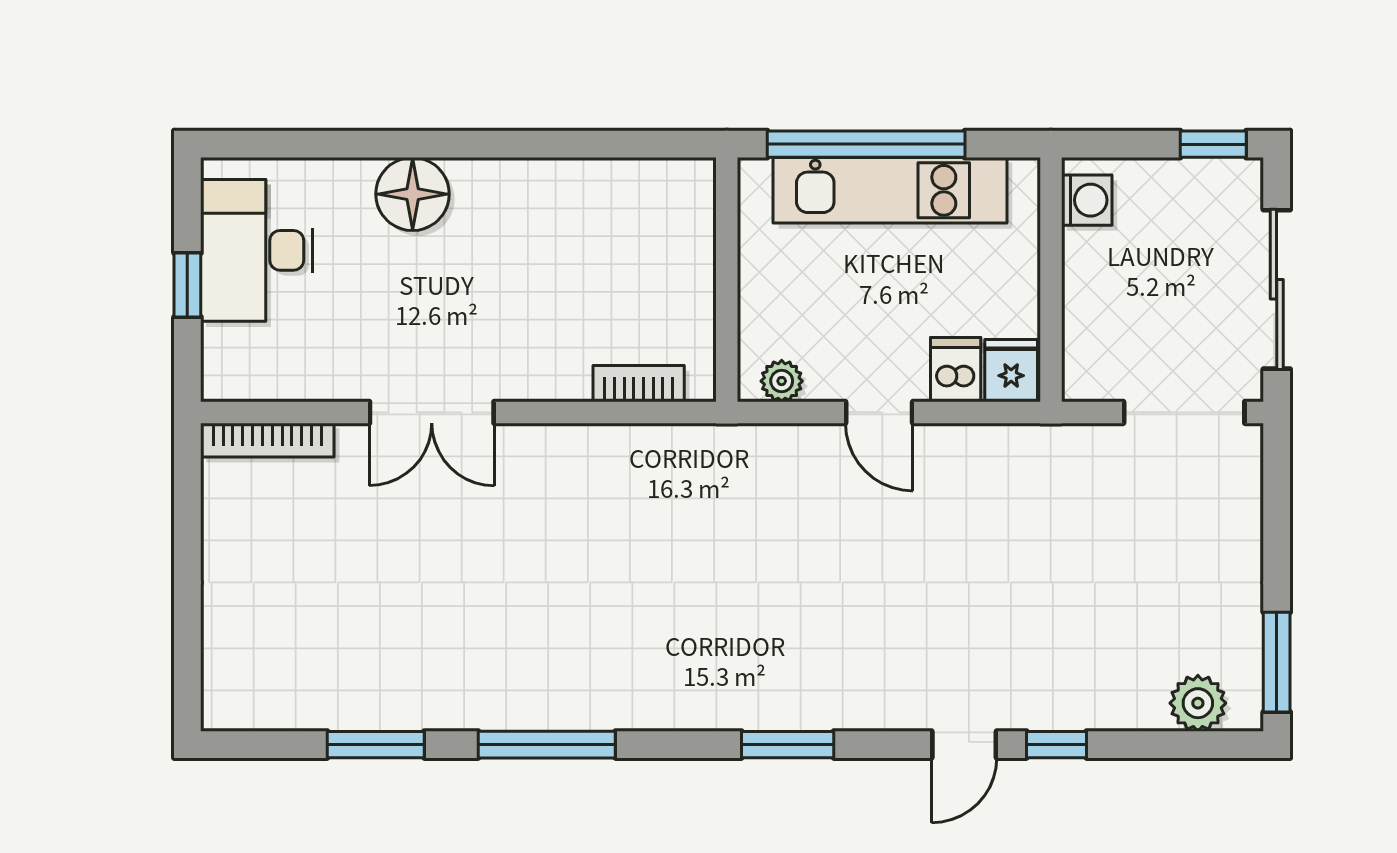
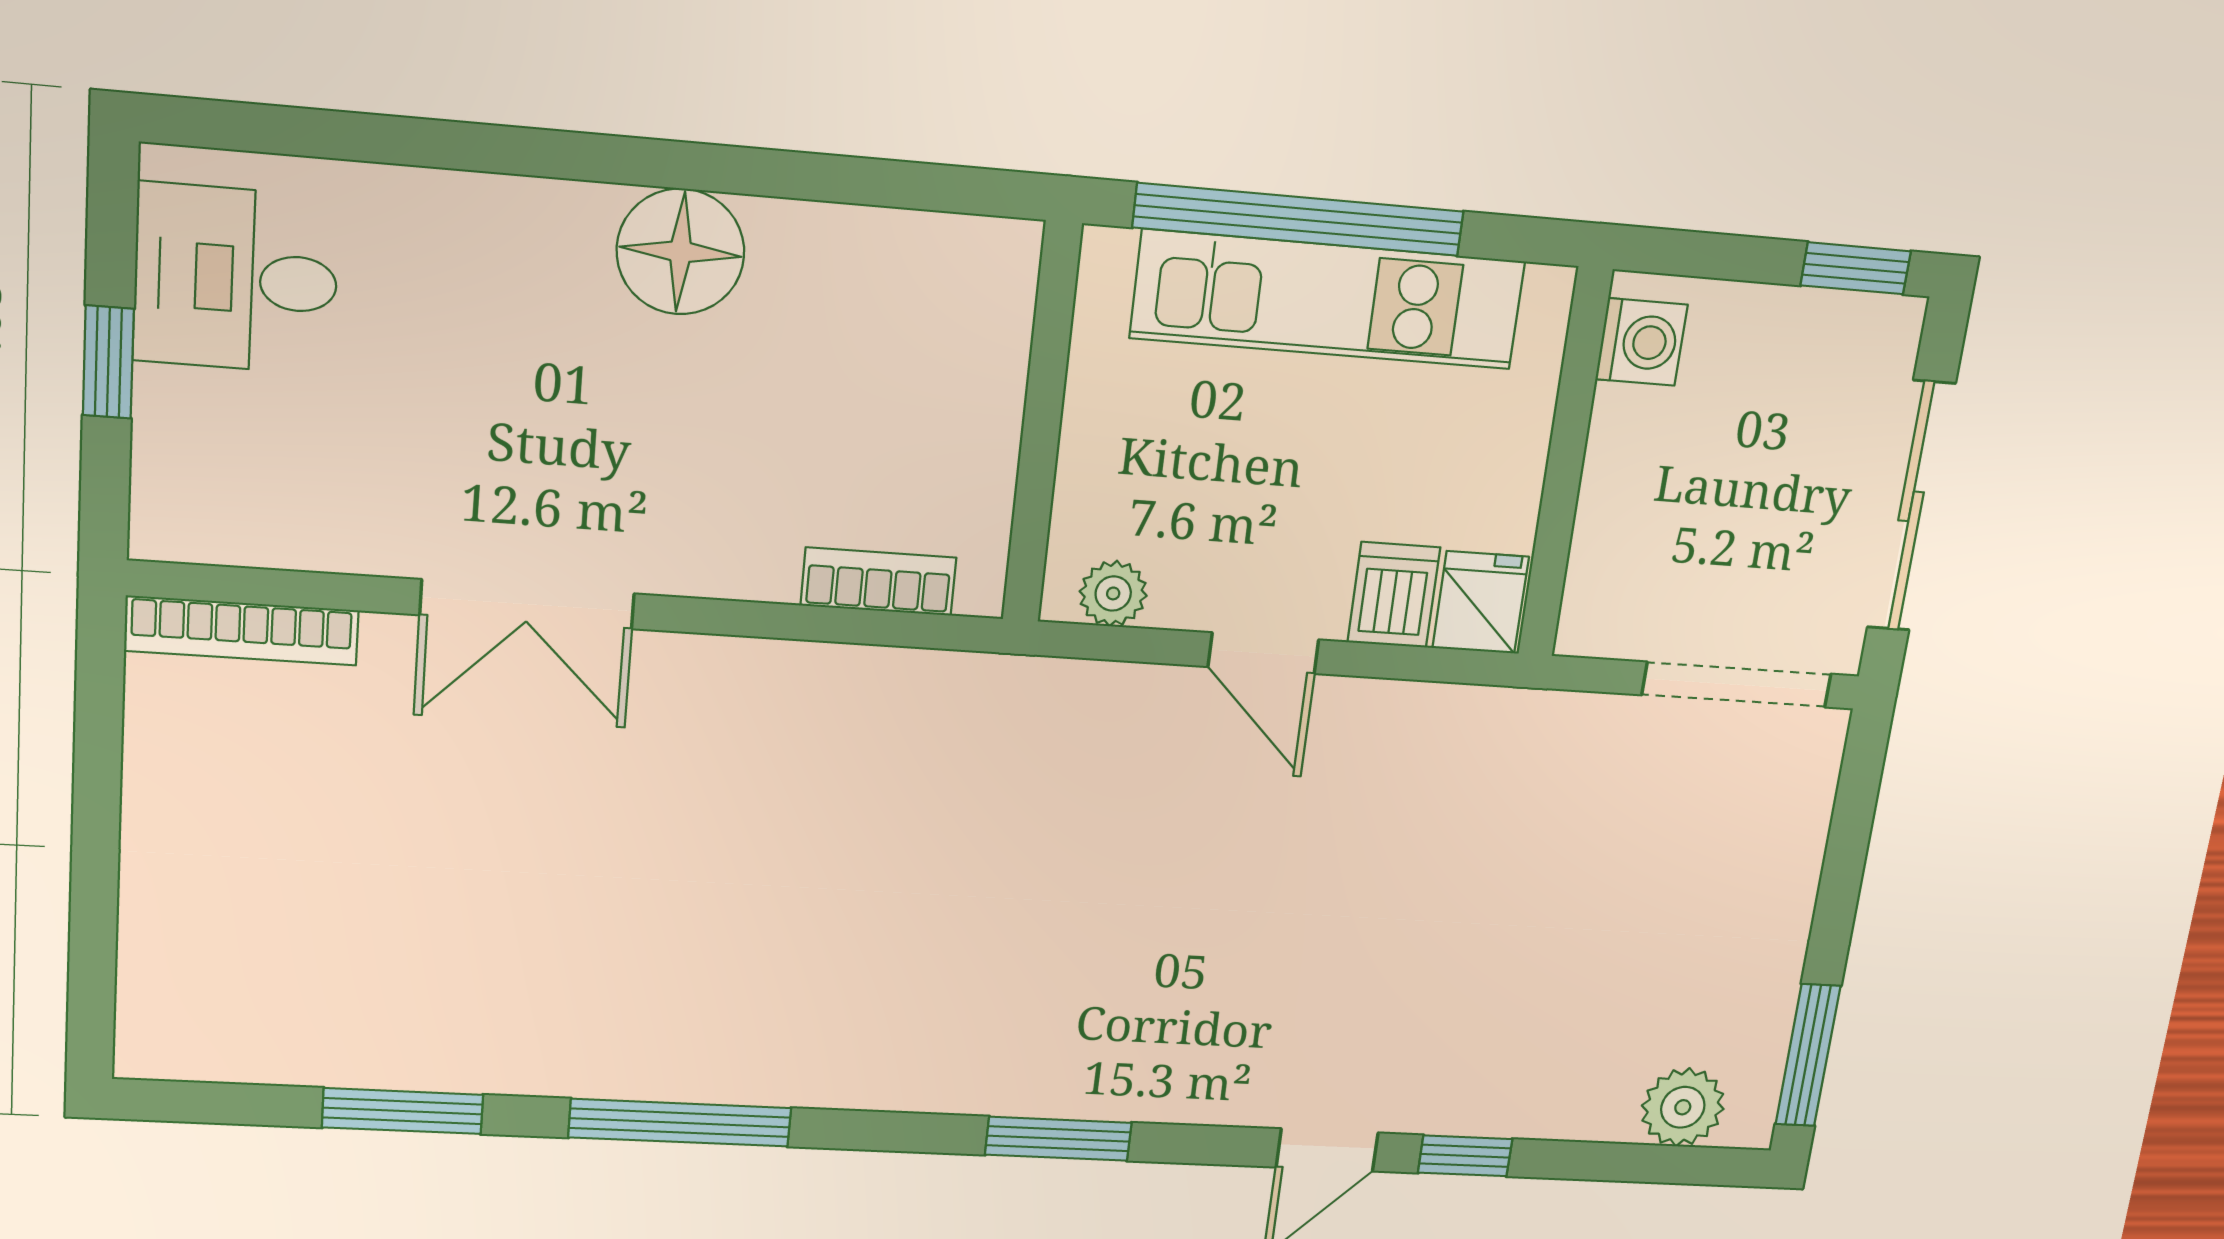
floor lamp: (413, 194) -> (681, 252), moved
desk: (257, 250) -> (236, 279), width x0.73

